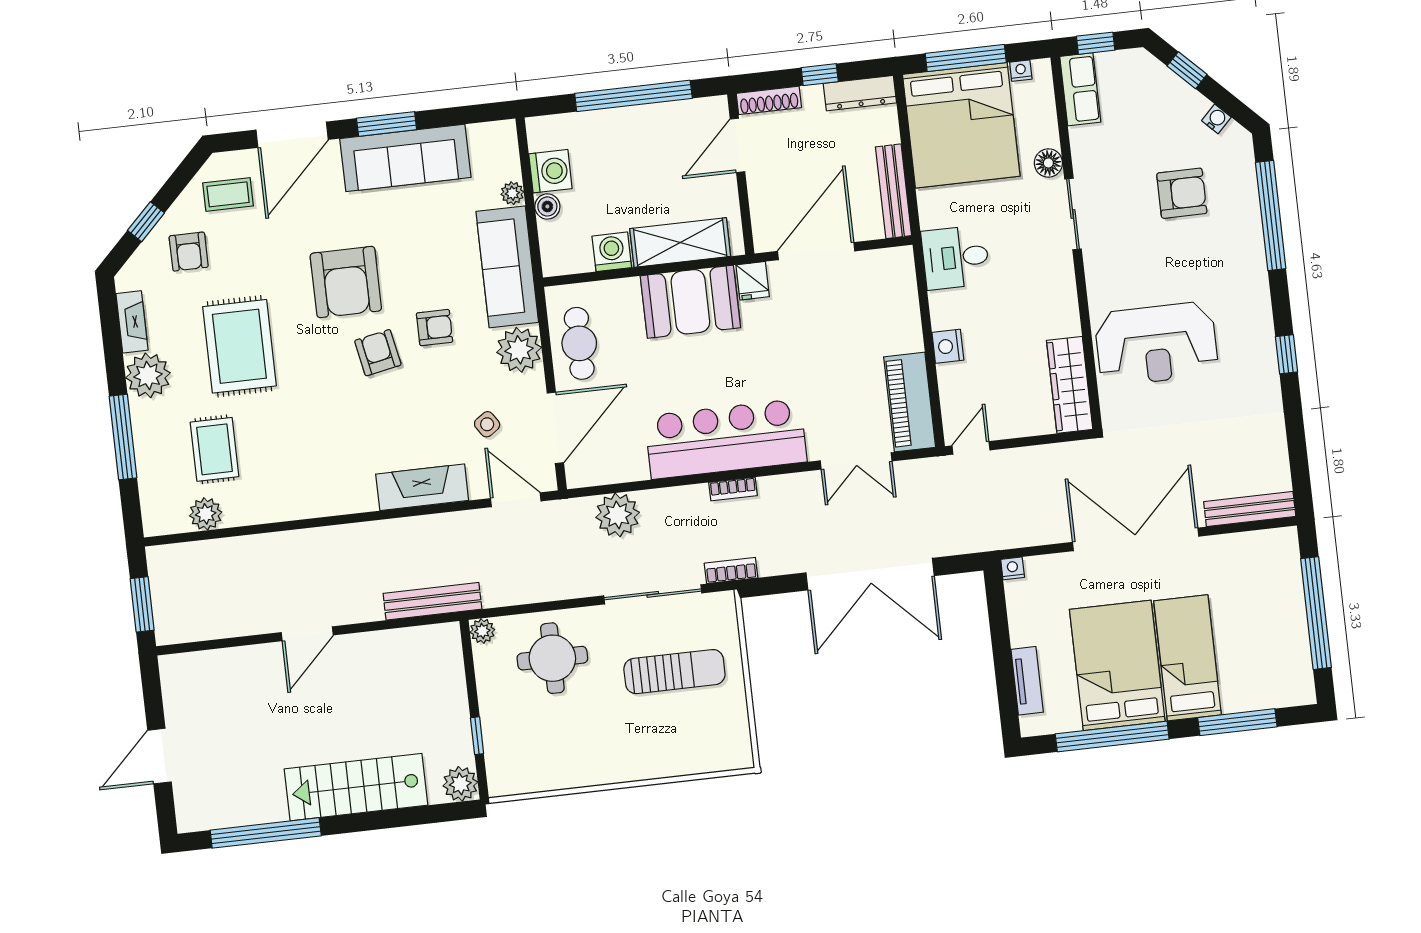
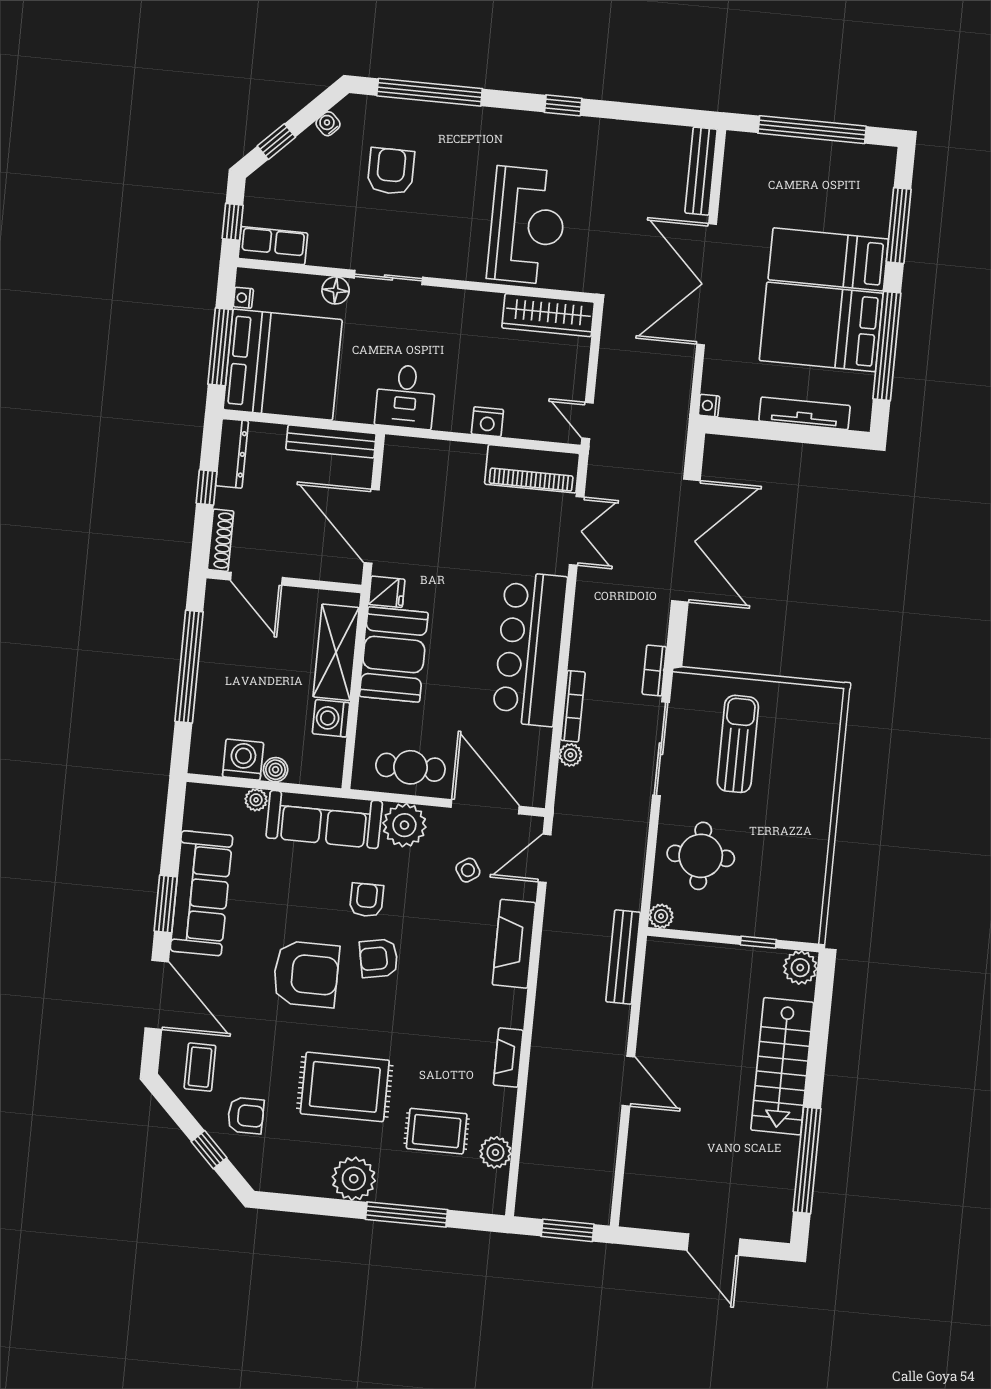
fireplace: (132, 322) -> (508, 1058), moved, turned -90
bookcase: (733, 489) -> (573, 706), moved, width x1.56
plant: (618, 515) -> (570, 755), width x0.53, depth x0.53
tv unit: (1027, 681) -> (805, 413), width x1.41

